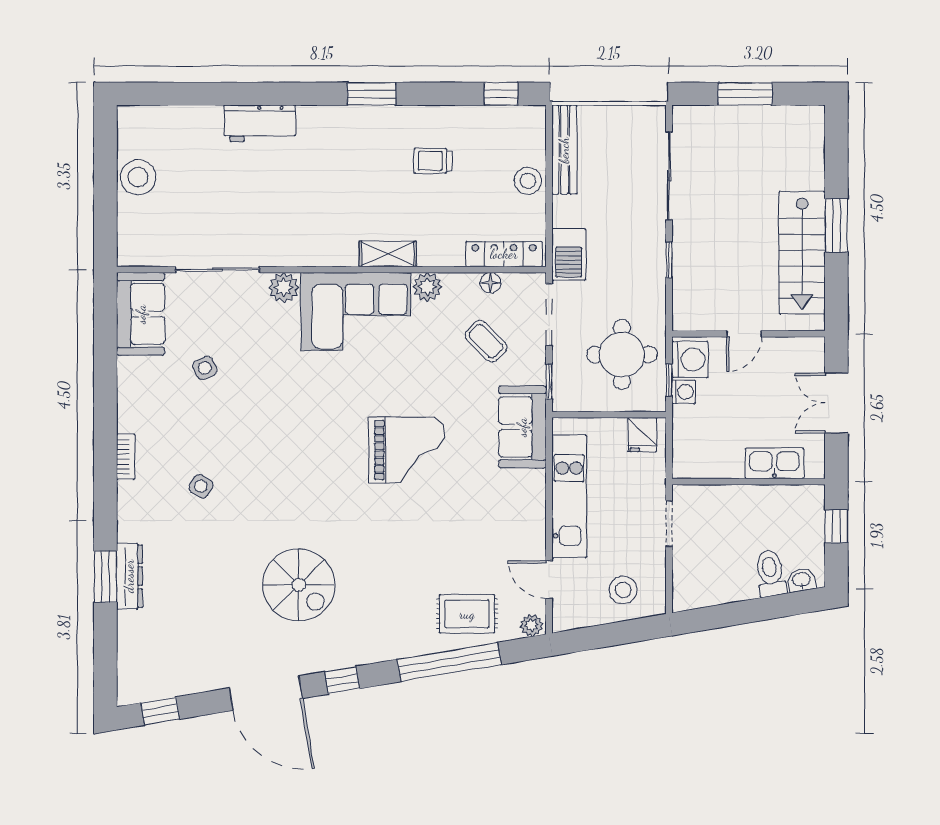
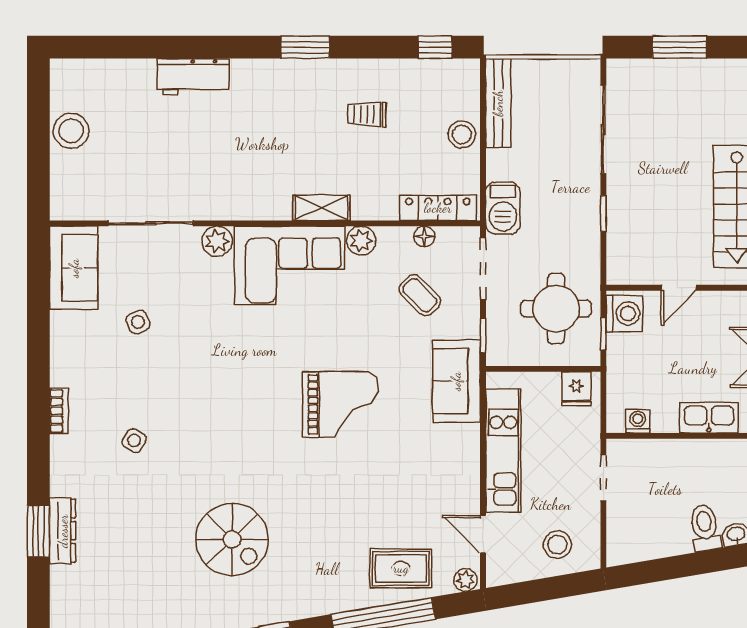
washing machine: (684, 392) -> (638, 421), moved, turned -90

